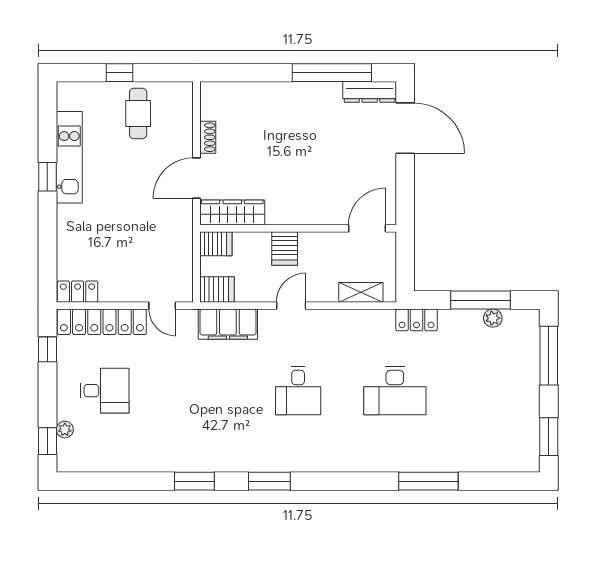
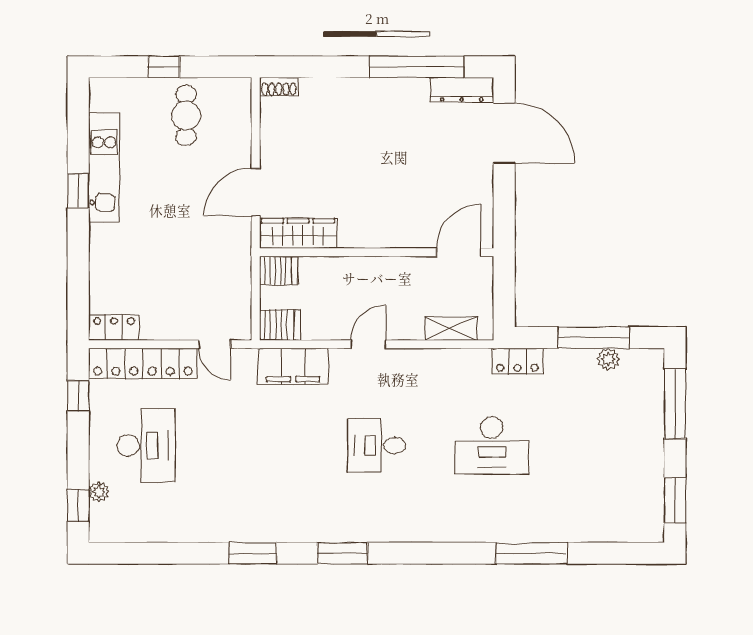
shoe rack: (208, 137) -> (279, 87), moved, turned 90
server rack: (285, 249) -> (360, 276), removed
desk: (105, 391) -> (146, 445), width x1.37
desk: (298, 391) -> (377, 445), turned 90

